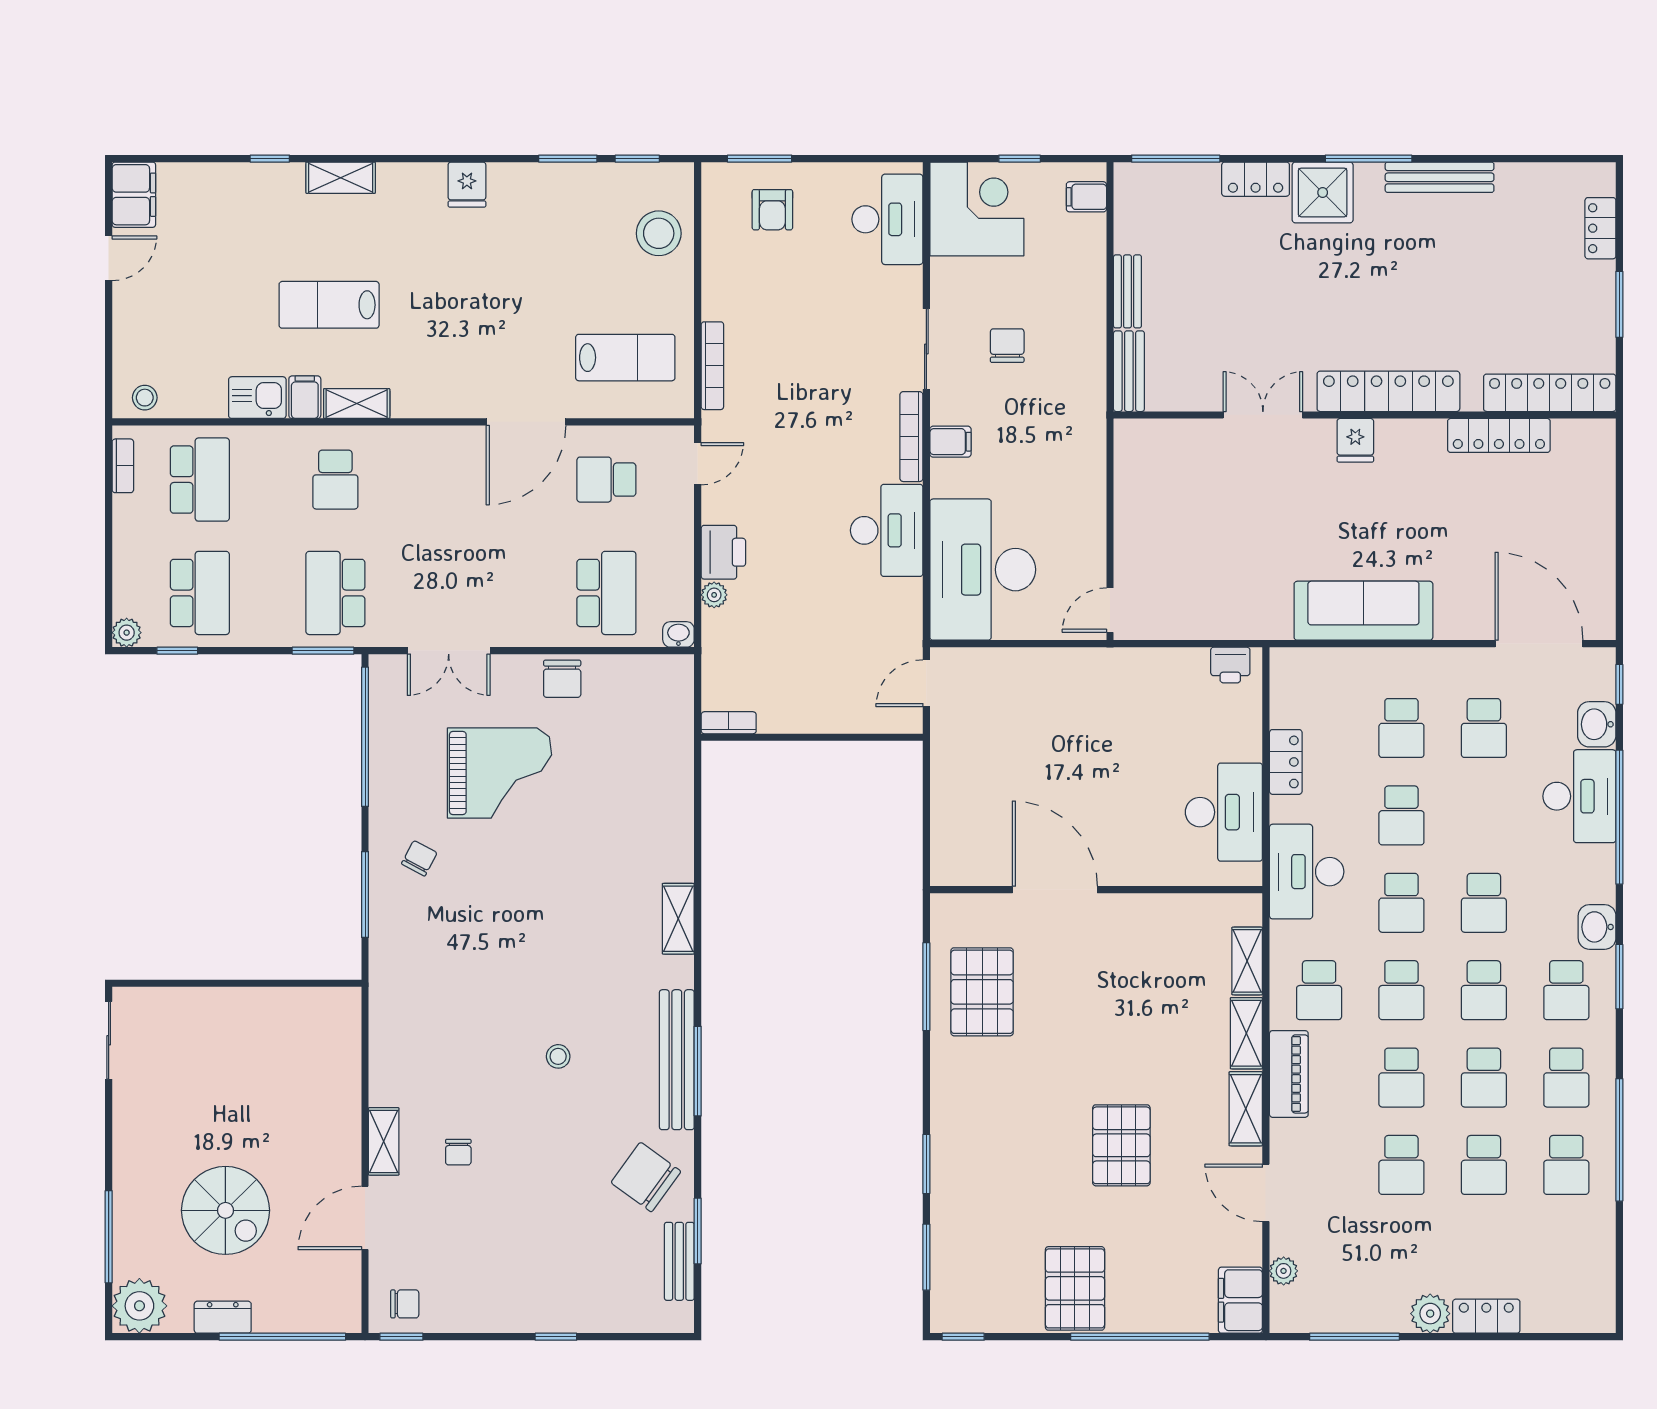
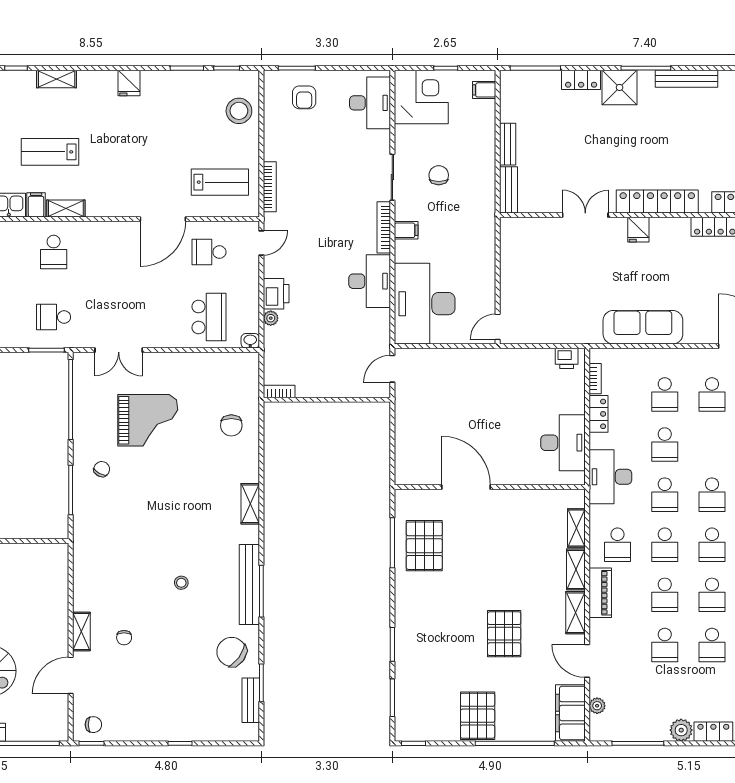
school desk: (335, 593) -> (54, 317), width x0.54
chair: (562, 679) -> (231, 425), moved
bookcase: (1280, 700) -> (595, 379), added
filing cabinet: (1240, 1300) -> (570, 713), width x1.50, depth x1.17

